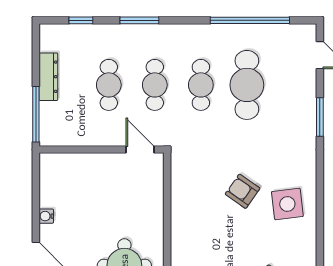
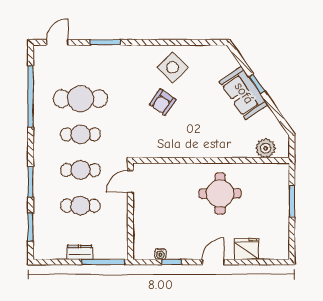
window: (81, 20) -> (31, 227), width x1.50
dresser: (48, 77) -> (80, 252), width x0.70
window: (36, 203) -> (171, 262), added
side table: (287, 204) -> (173, 67), turned -38
water cooler: (46, 216) -> (160, 254), moved

